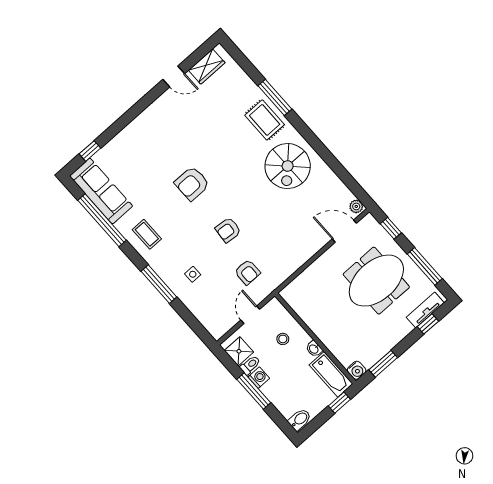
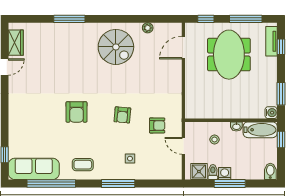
rug: (265, 120) -> (77, 36), removed
plant: (356, 206) -> (148, 28), moved

